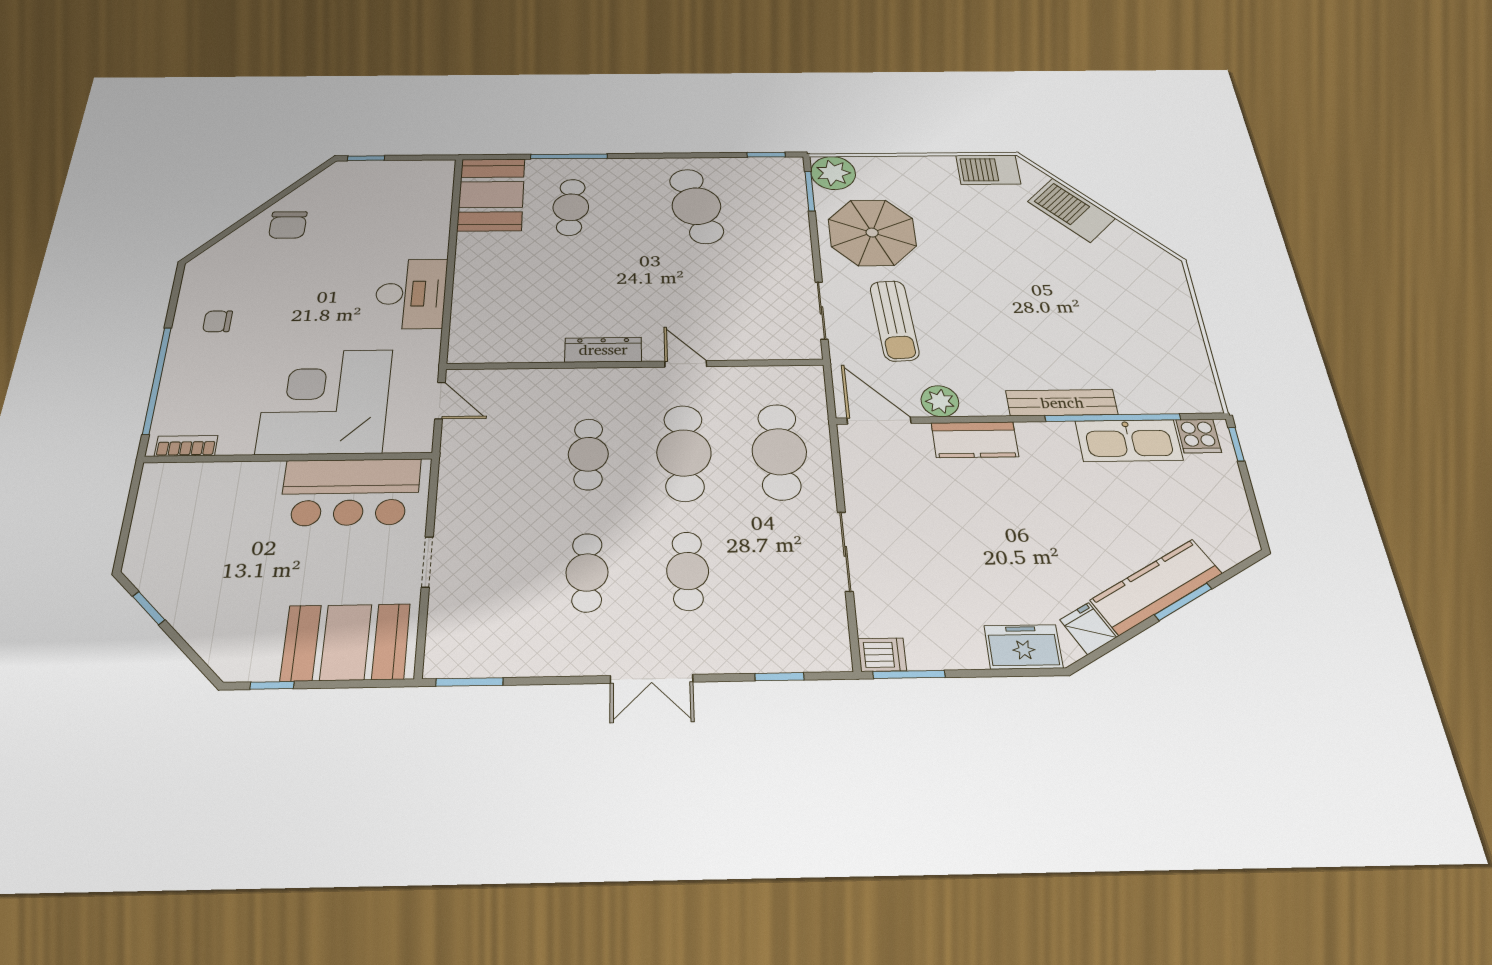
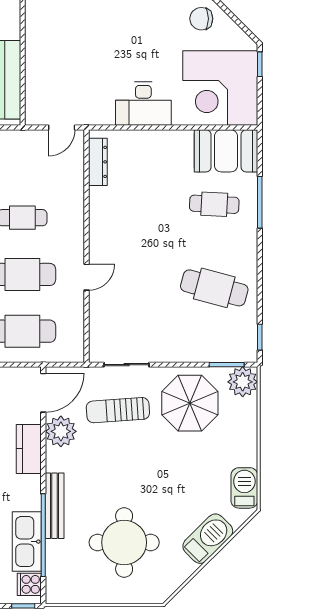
cafe table: (696, 206) -> (214, 288), turned 30
round table: (1100, 310) -> (124, 542), added
dresser: (603, 350) -> (98, 162), moved
corner desk: (325, 401) -> (220, 88), moved, turned 180
plant: (940, 401) -> (61, 431), width x1.36, depth x1.36

